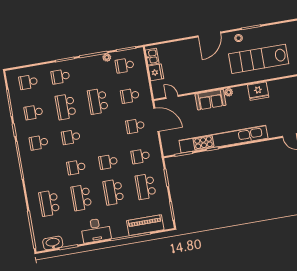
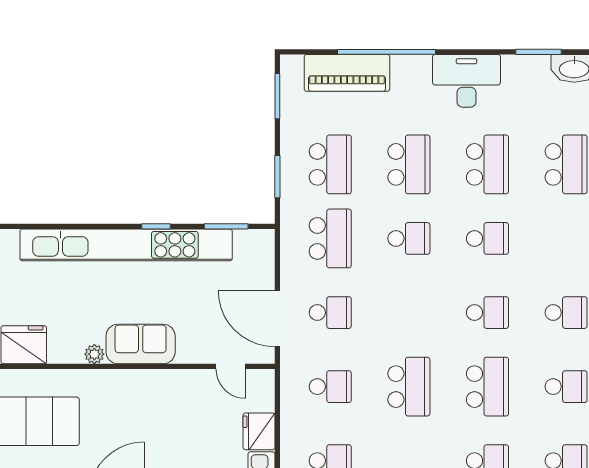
school desk: (140, 156) -> (330, 238), width x1.85

